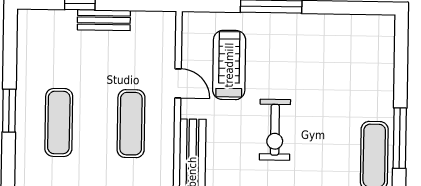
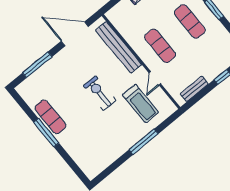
bench: (104, 20) -> (194, 89), moved
door: (178, 83) -> (155, 78), hinge flipped

